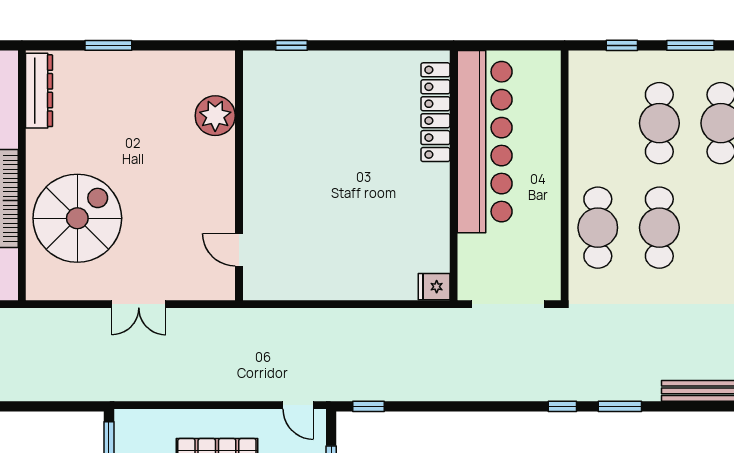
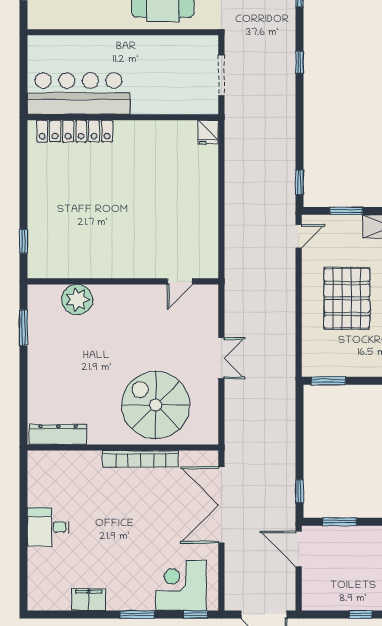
window: (108, 45) -> (23, 328), moved
bar counter: (485, 142) -> (78, 93), width x0.73
doorway: (508, 304) -> (221, 75), width x0.73
window: (562, 406) -> (300, 62), moved

